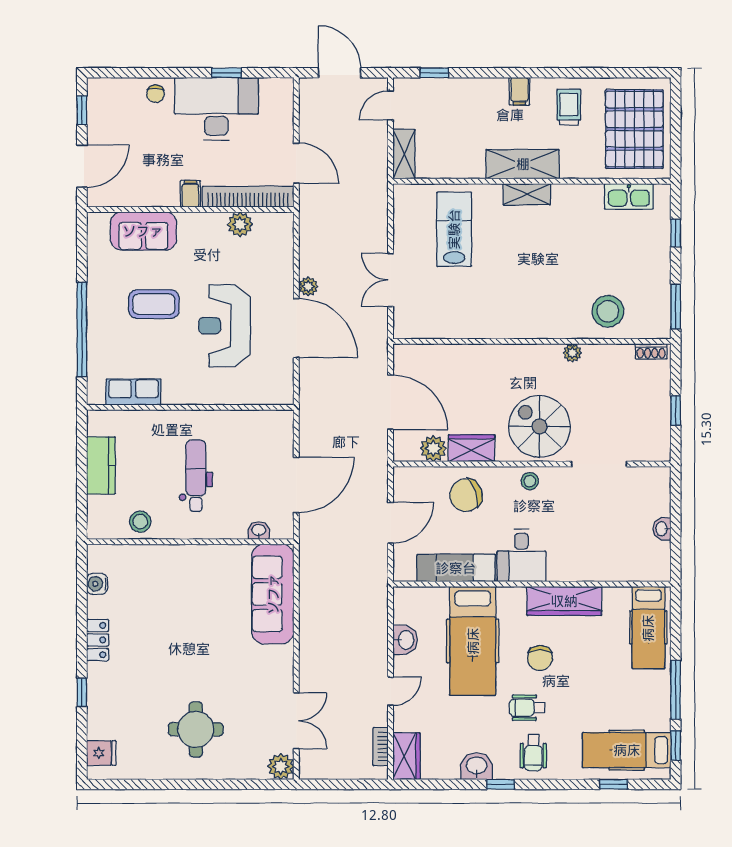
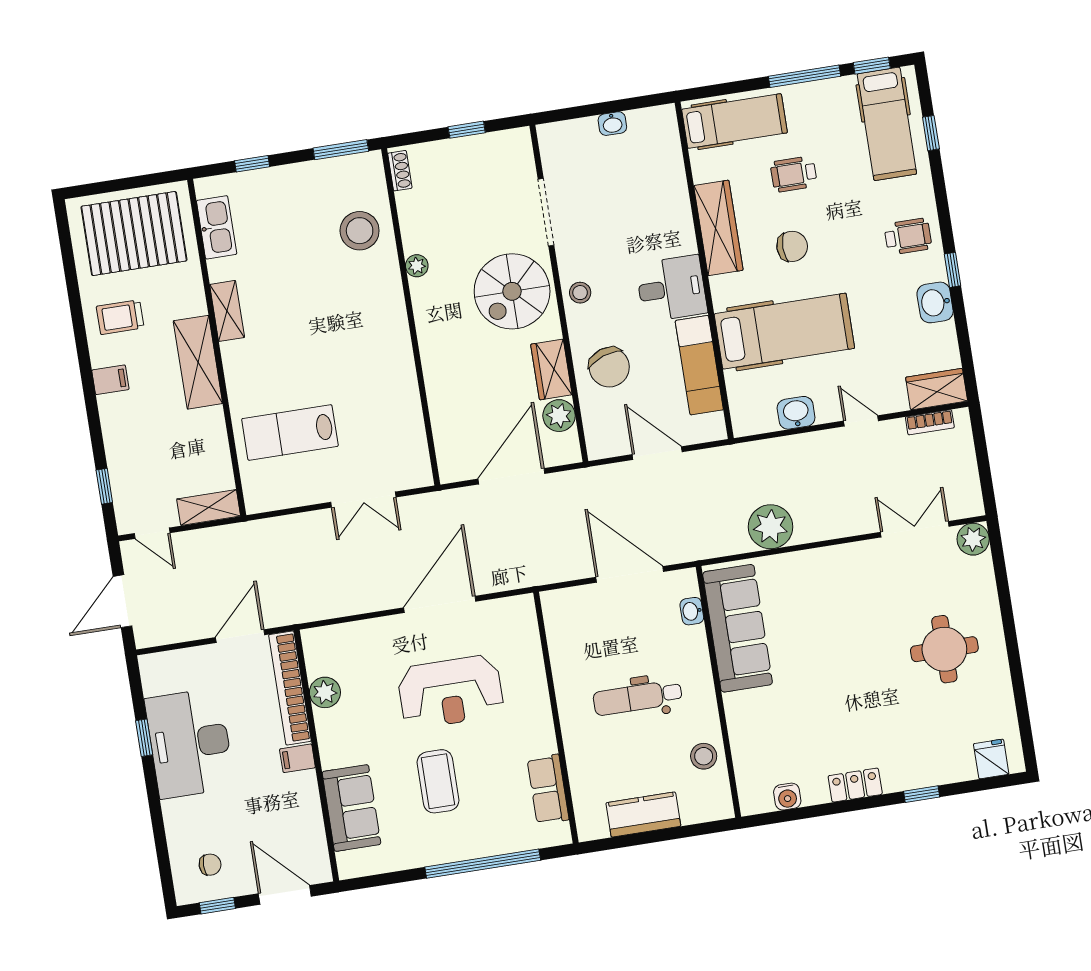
chair: (156, 94) -> (210, 865), moved
shelving: (527, 194) -> (227, 311), moved
plant: (308, 286) -> (771, 527), moved, width x1.88, depth x1.88
sofa: (273, 594) -> (738, 628), moved, turned -90
wheelchair: (527, 708) -> (794, 174), moved, turned 90

